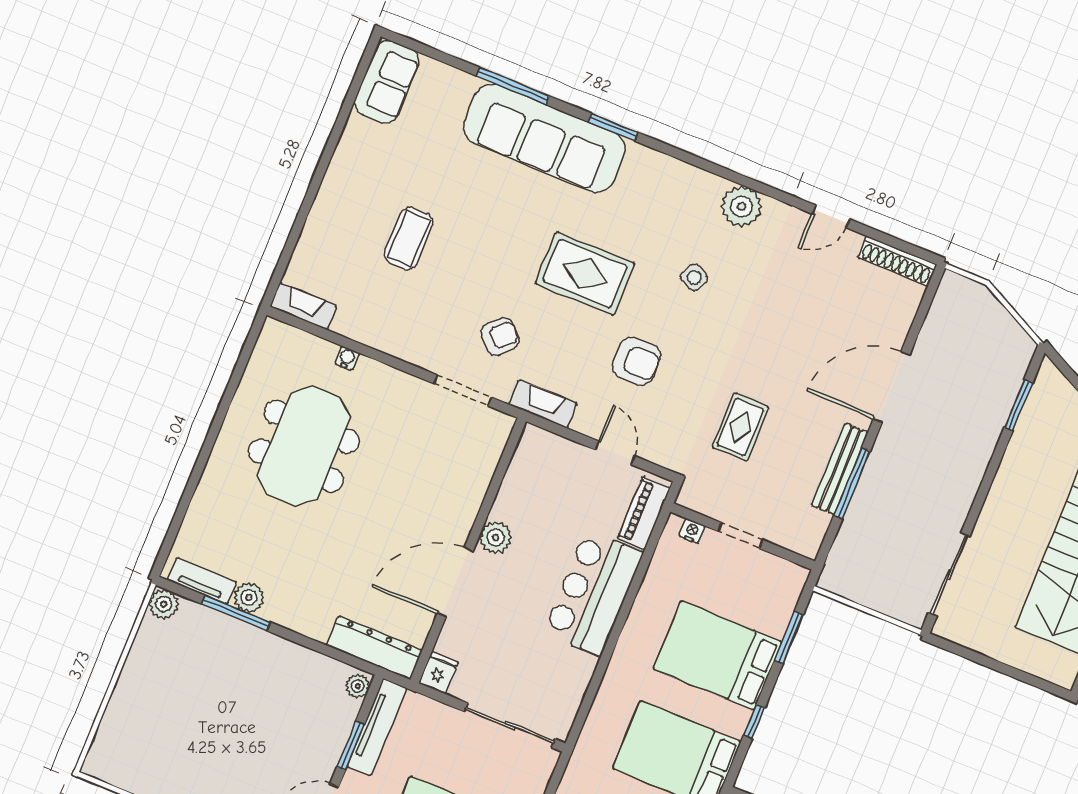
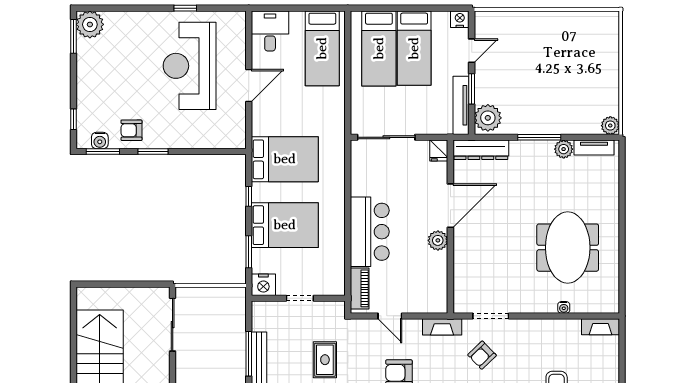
nightstand: (692, 531) -> (263, 285), moved, width x1.89, depth x1.79
window: (236, 613) -> (539, 137), moved
plant: (358, 686) -> (488, 118), width x1.88, depth x1.88

